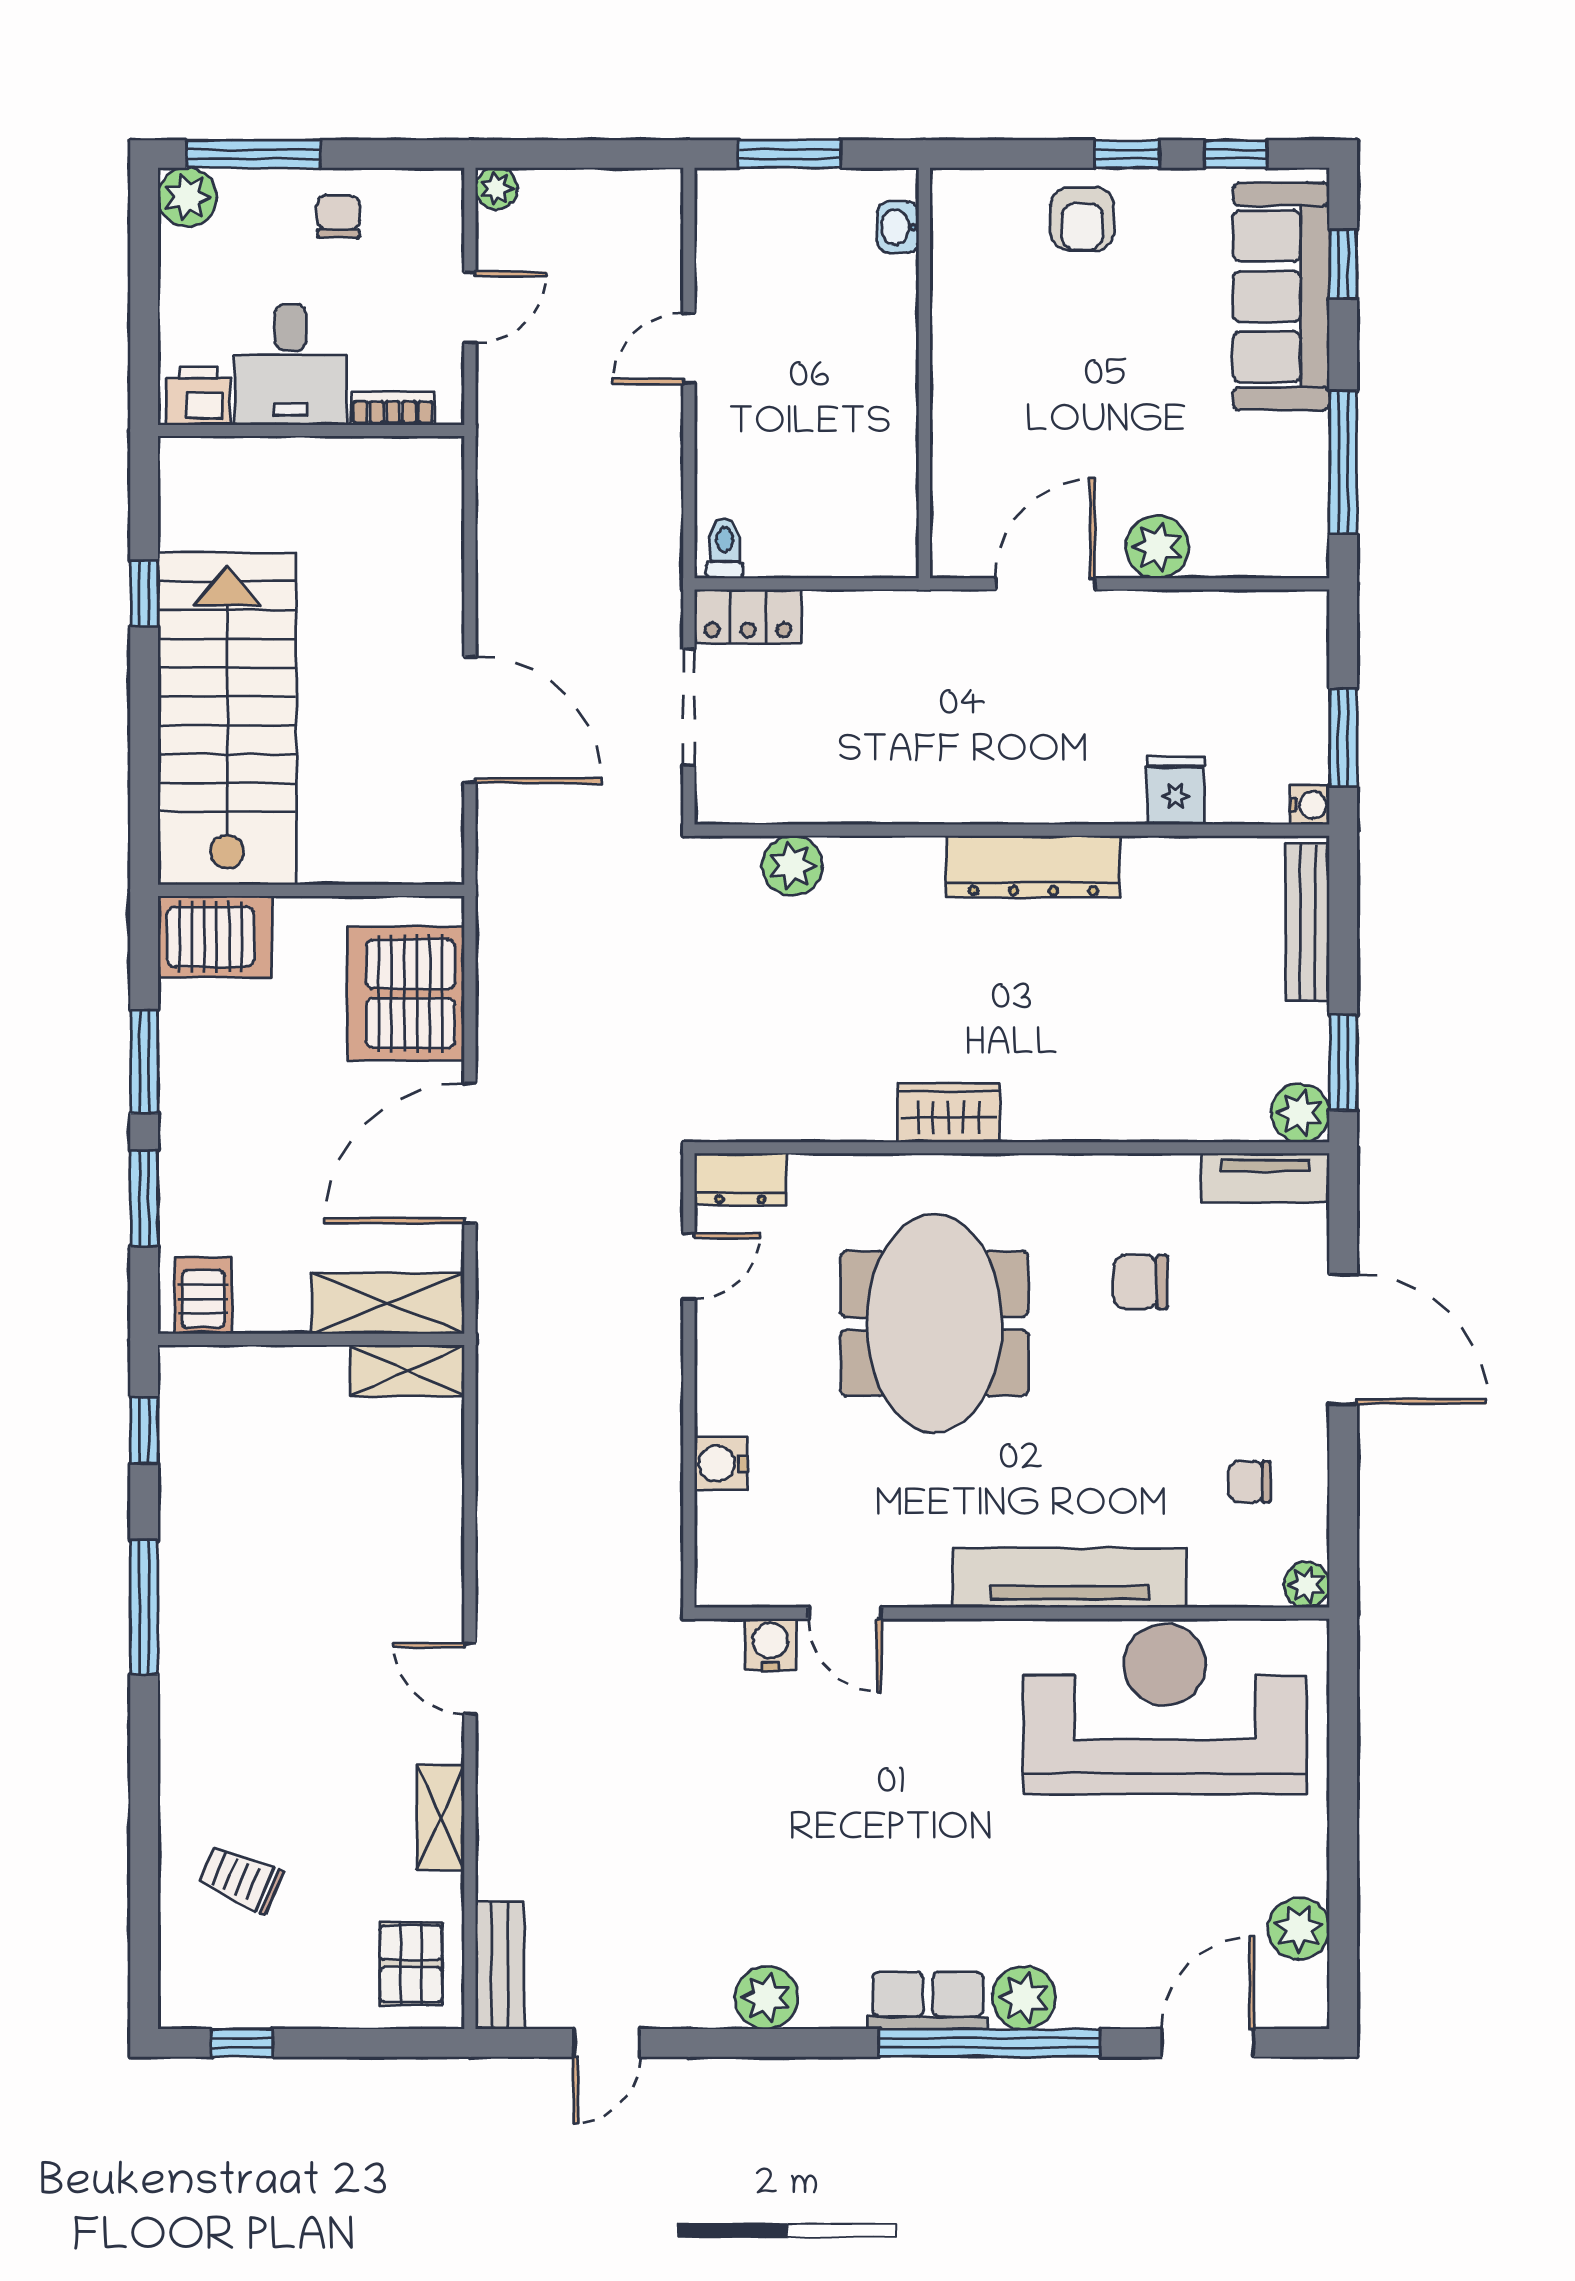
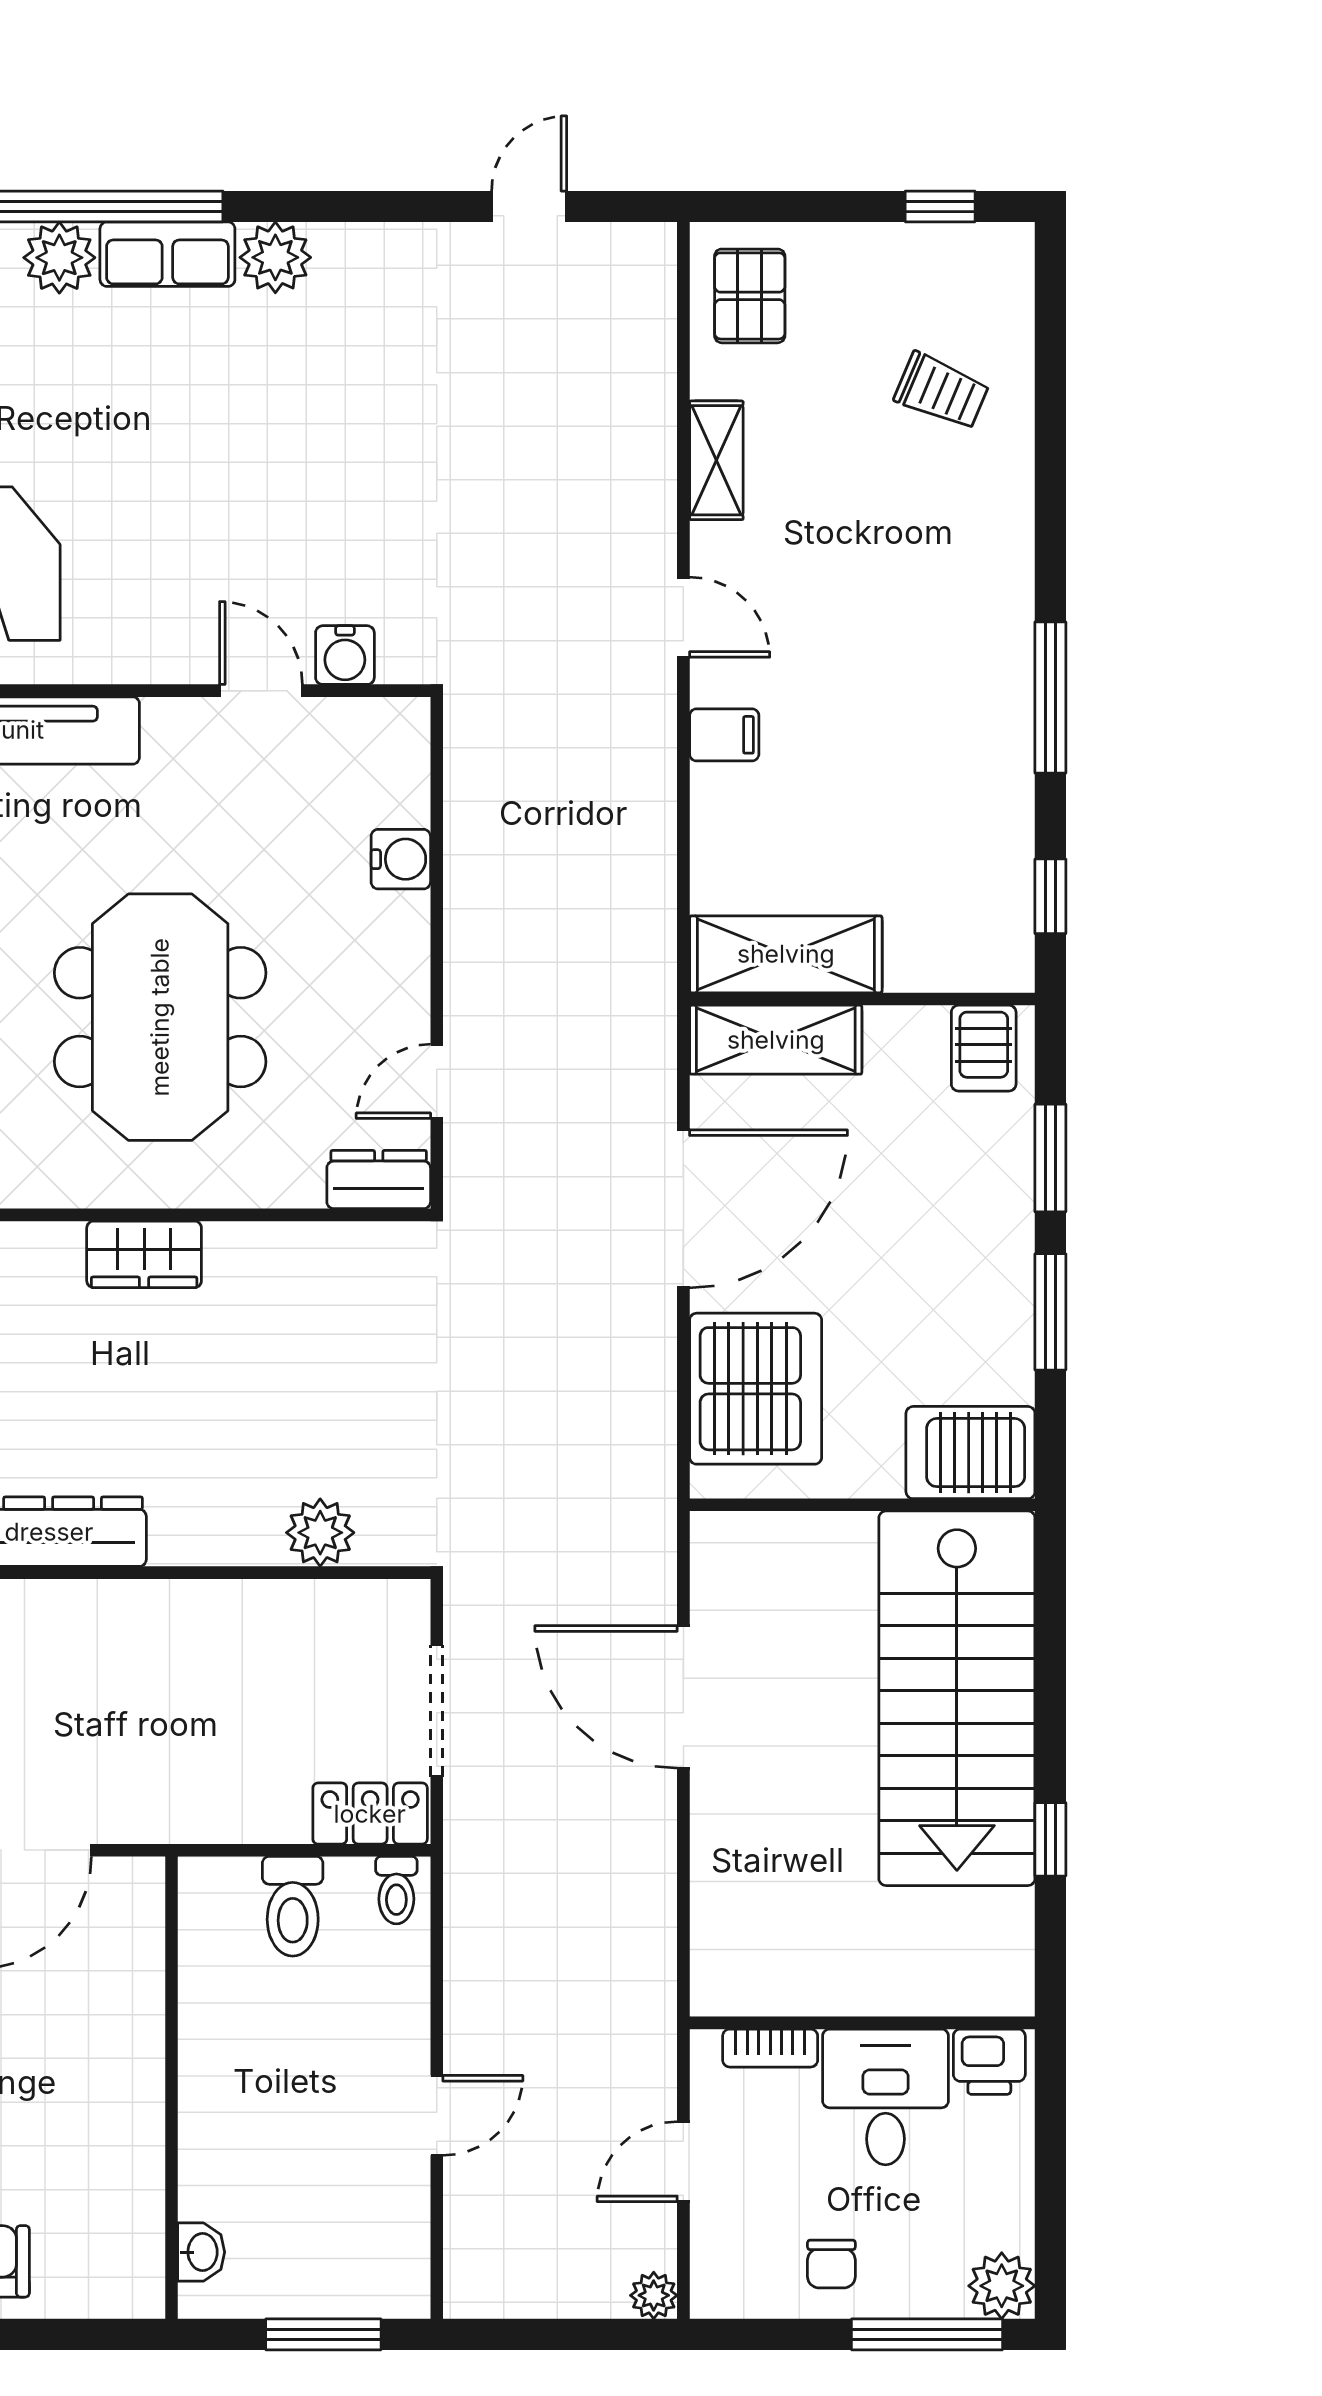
toilet: (817, 534) -> (293, 1906), added
shelving: (407, 1370) -> (786, 954), width x1.50, depth x1.33
filing cabinet: (434, 1574) -> (724, 735), added
bench: (500, 1965) -> (650, 294), removed
plant: (766, 1998) -> (275, 257), moved

